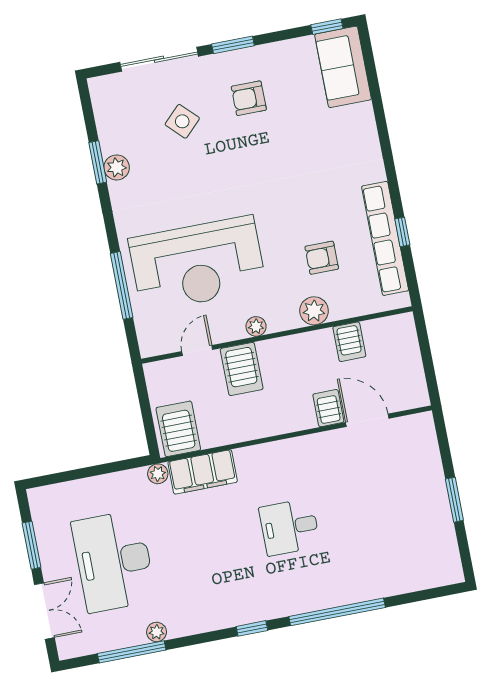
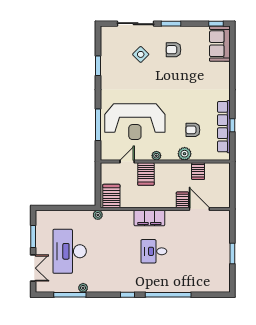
plant: (117, 167) -> (106, 70), removed
filing cabinet: (203, 472) -> (149, 218), moved

